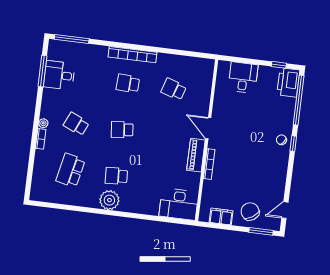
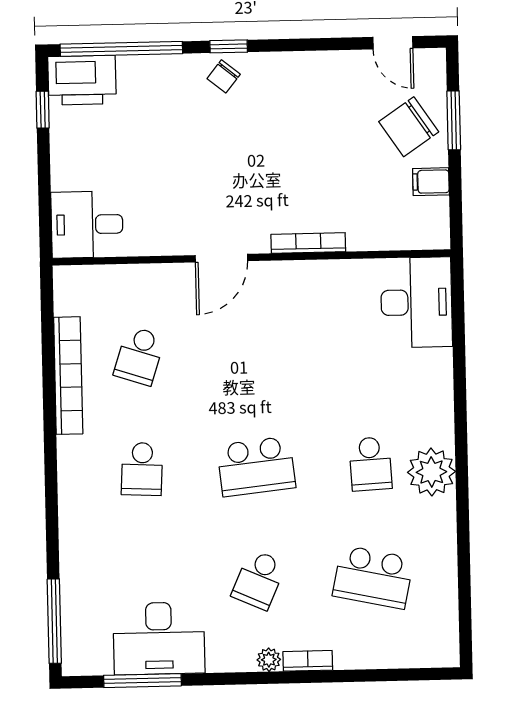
bookcase: (133, 55) -> (68, 376), moved
desk: (59, 75) -> (159, 638), width x1.37
desk: (243, 78) -> (87, 224), moved
school desk: (122, 130) -> (256, 466), width x1.85
piano: (196, 155) -> (291, 278), removed
filing cabinet: (221, 217) -> (431, 182), width x0.50
window: (261, 231) -> (454, 120), moved

